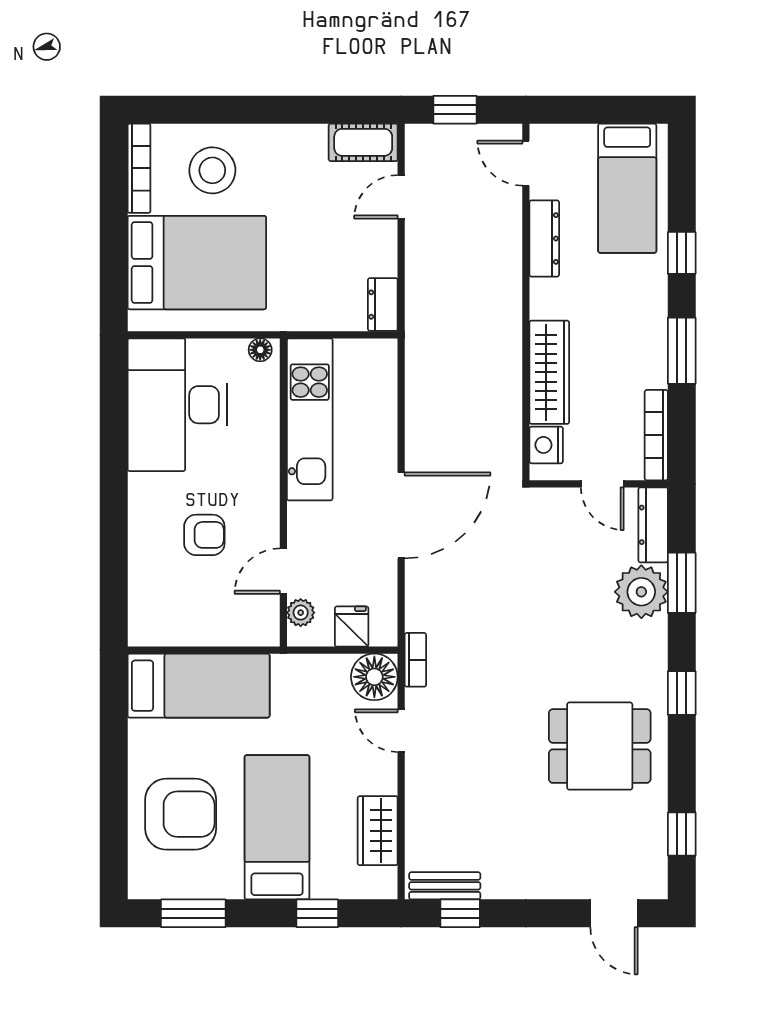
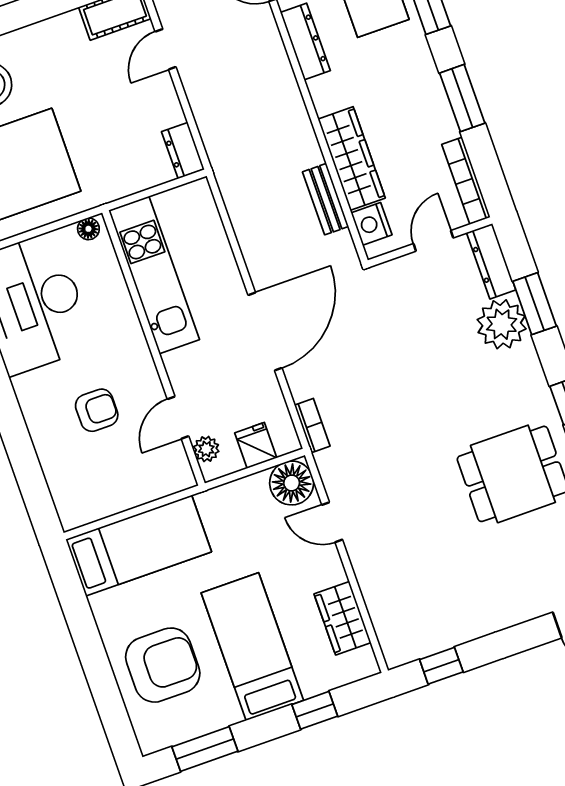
door: (602, 484) -> (433, 241), swing flipped
bookcase: (415, 660) -> (312, 426), moved
bench: (445, 886) -> (326, 199), moved, turned 90

